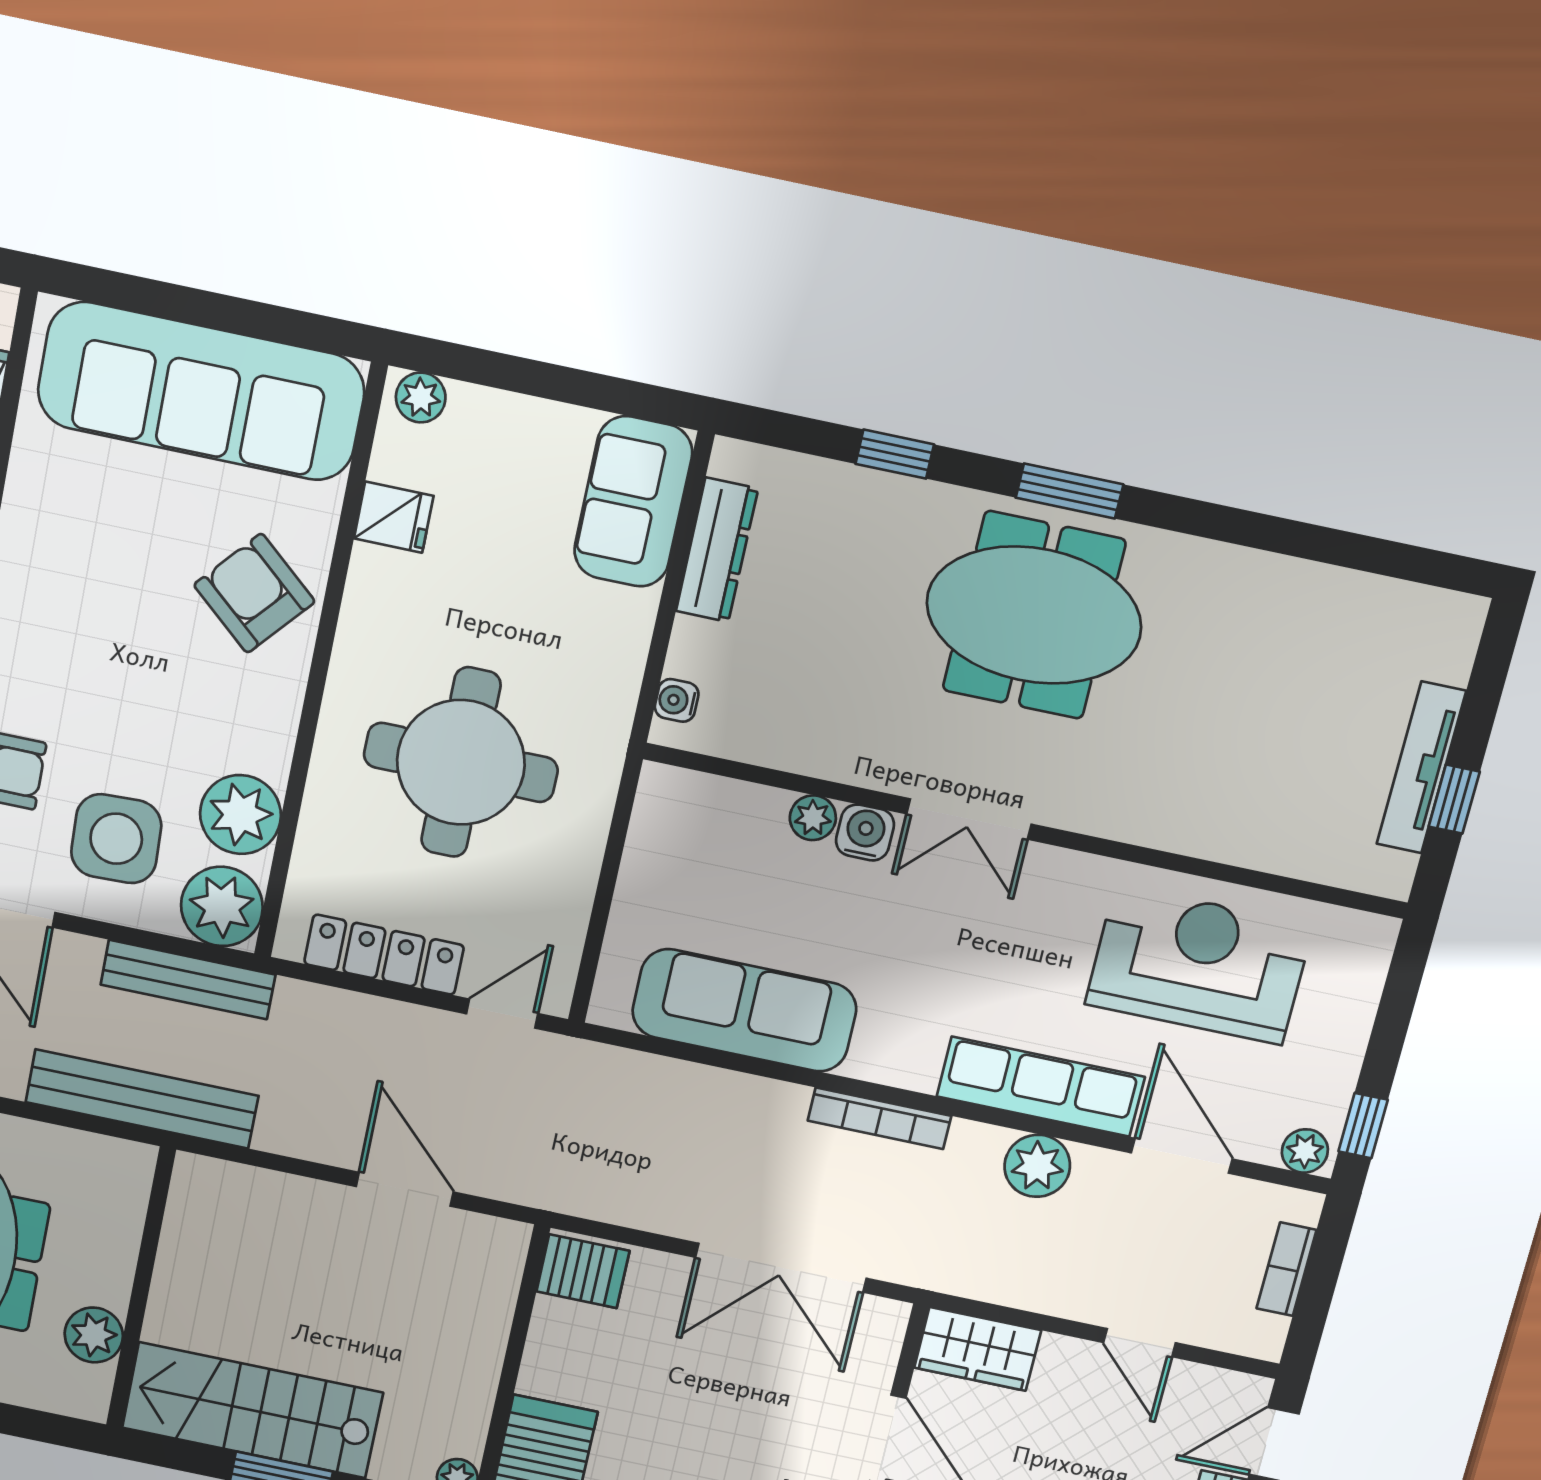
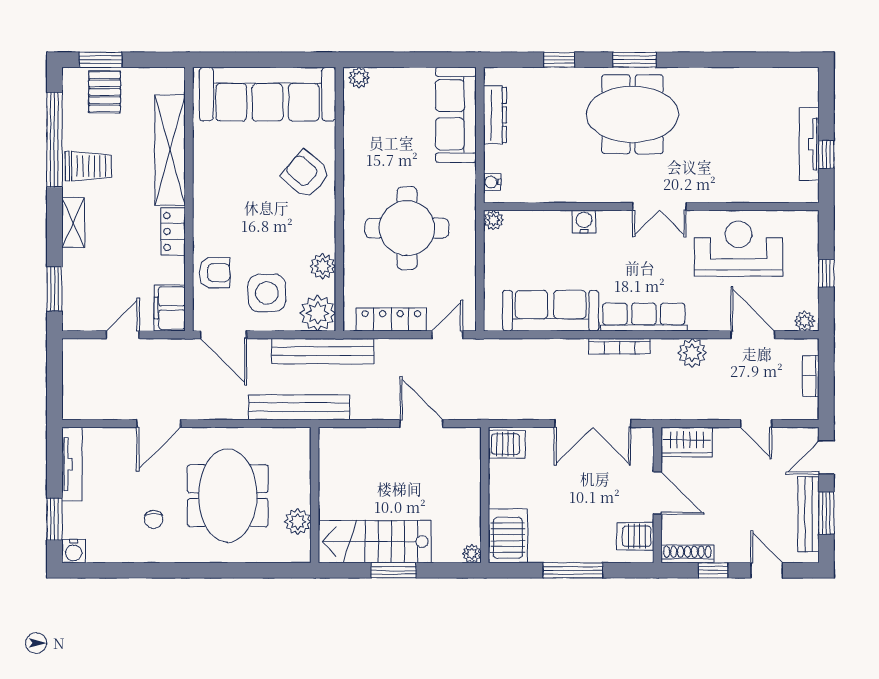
sofa: (633, 502) -> (456, 115), width x1.36
fridge: (394, 517) -> (358, 130), removed
plant: (240, 815) -> (323, 266), width x0.73, depth x0.73
plant: (813, 818) -> (493, 220), moved
double door: (969, 819) -> (659, 206), moved
bench: (188, 980) -> (323, 351), width x1.37, depth x1.21
row of seats: (1041, 1087) -> (644, 317), moved
window: (1363, 1126) -> (826, 273), moved

